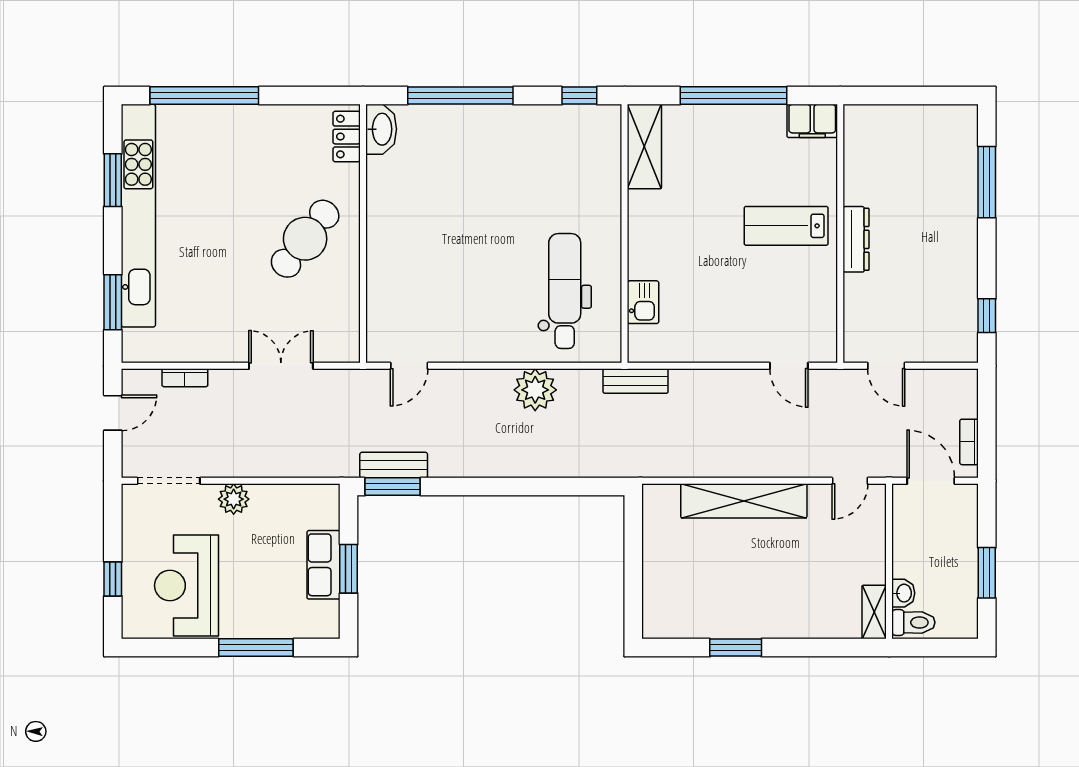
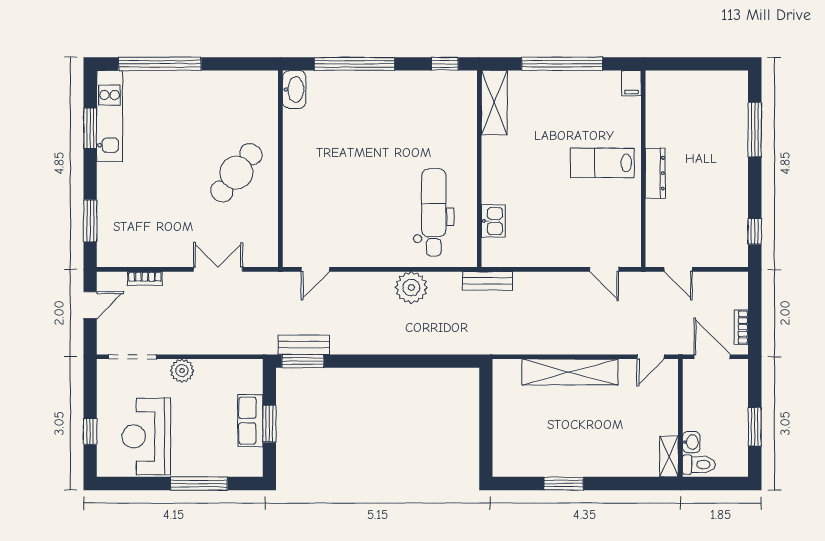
filing cabinet: (812, 121) -> (631, 83), width x0.50
locker: (347, 137) -> (268, 95), removed
kitchen unit: (138, 216) -> (110, 116), width x0.54

